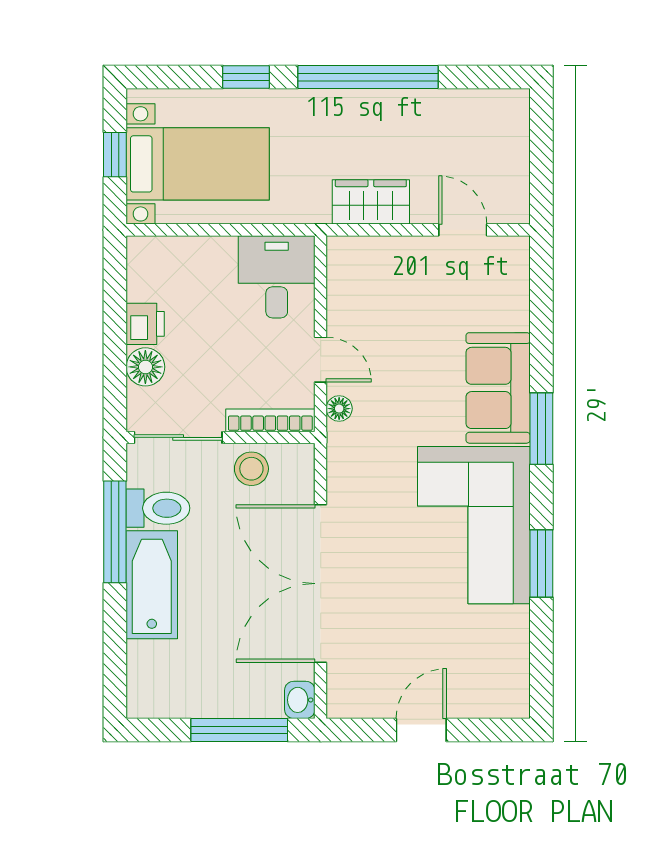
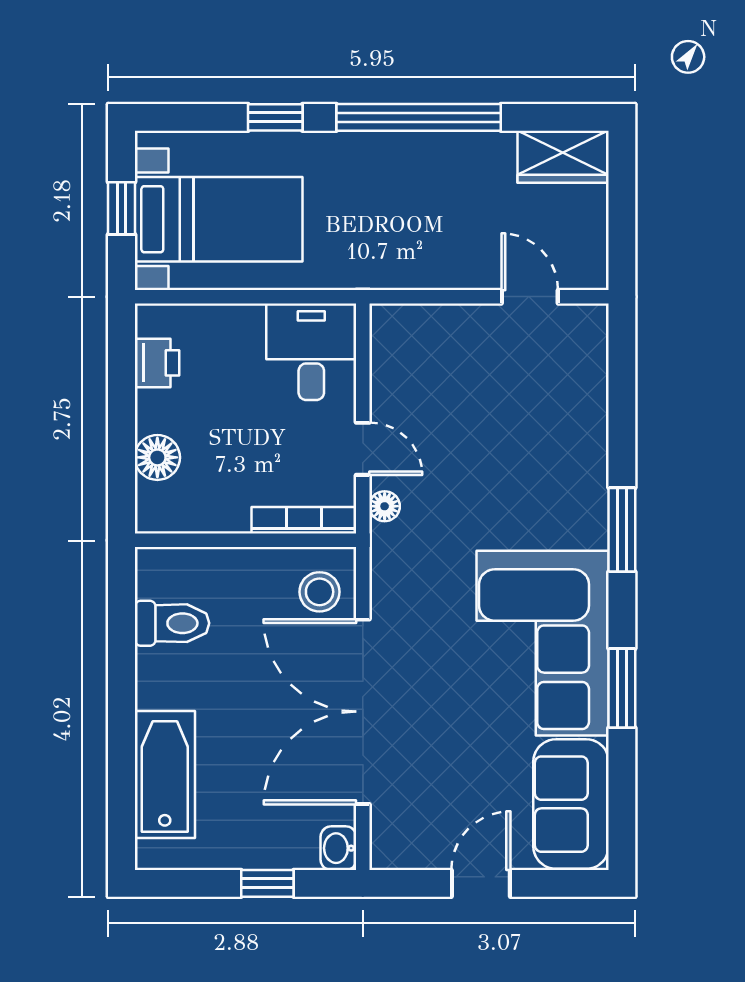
wardrobe: (371, 202) -> (563, 157), moved, turned 180
printer: (145, 324) -> (157, 363), moved
sofa: (498, 388) -> (571, 804), moved
sliding door: (178, 437) -> (196, 540), removed
stool: (251, 469) -> (320, 592), moved
window: (115, 532) -> (121, 651), removed
bathtub: (152, 585) -> (165, 775), moved
window: (239, 730) -> (267, 883), width x0.46

